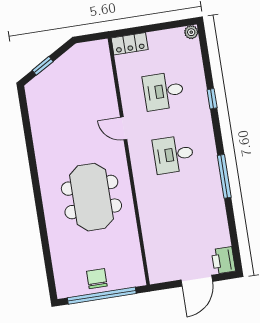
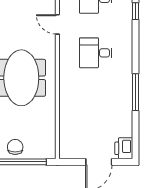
window: (224, 176) -> (136, 92), moved

